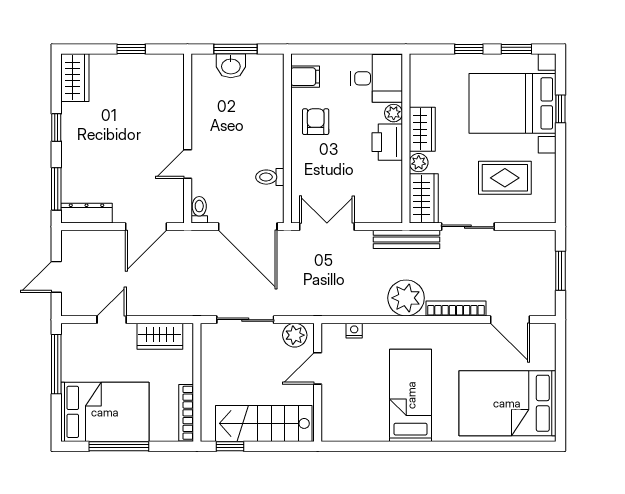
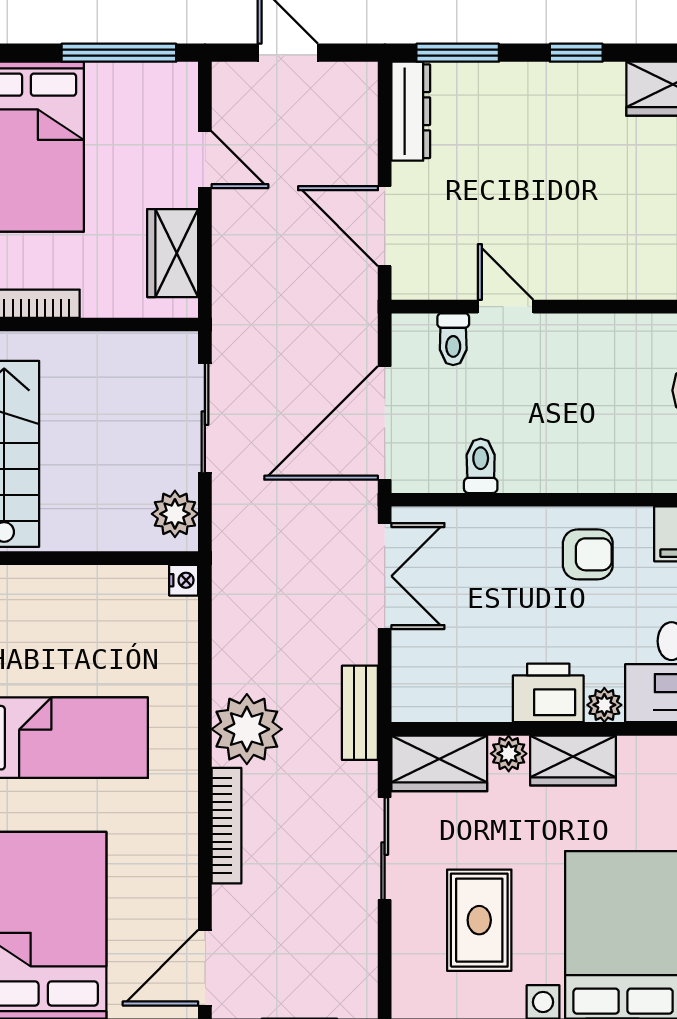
toilet: (199, 210) -> (453, 339), moved, turned 90
bench: (406, 239) -> (360, 713), width x0.73
door: (510, 320) -> (205, 968), moved
nightstand: (354, 331) -> (184, 580), moved
door: (318, 368) -> (111, 558), removed

